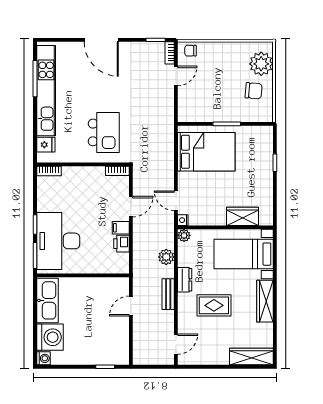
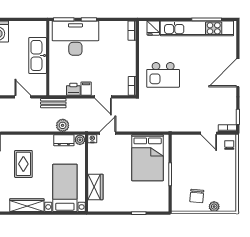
plant: (261, 64) -> (214, 207), width x0.53, depth x0.53
dresser: (185, 280) -> (64, 140), moved
bench: (168, 294) -> (53, 103), moved
kitchen sink: (48, 300) -> (38, 55), moved, turned 90

